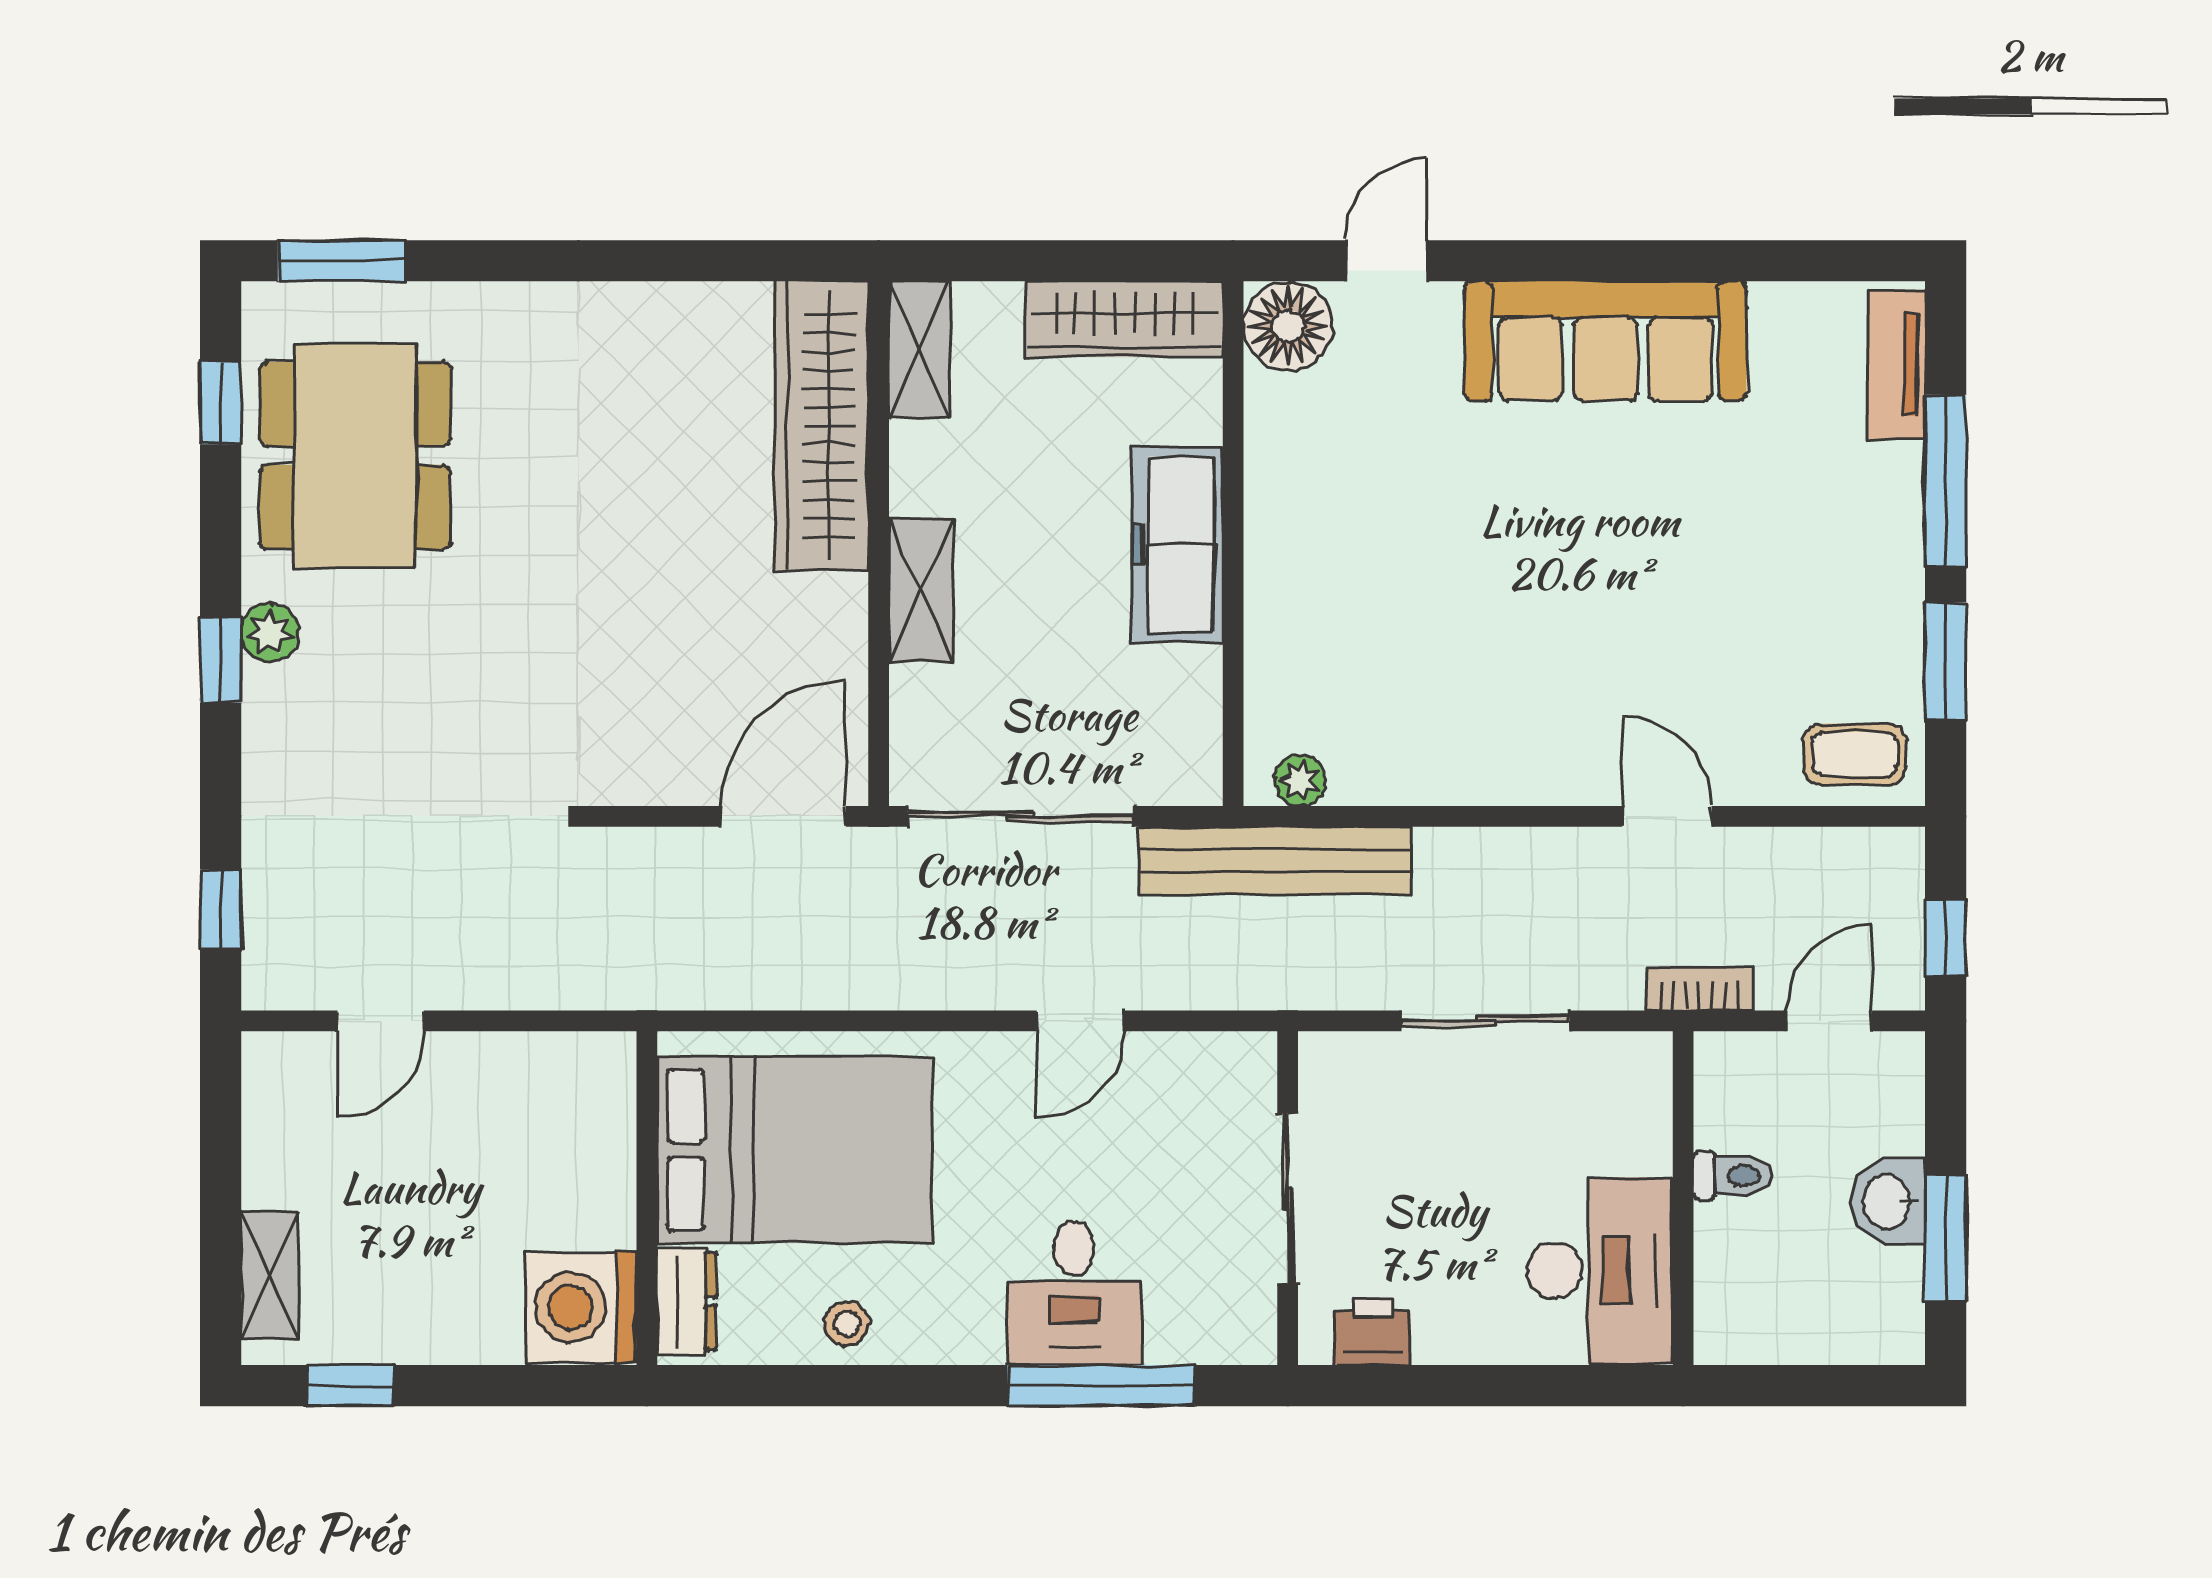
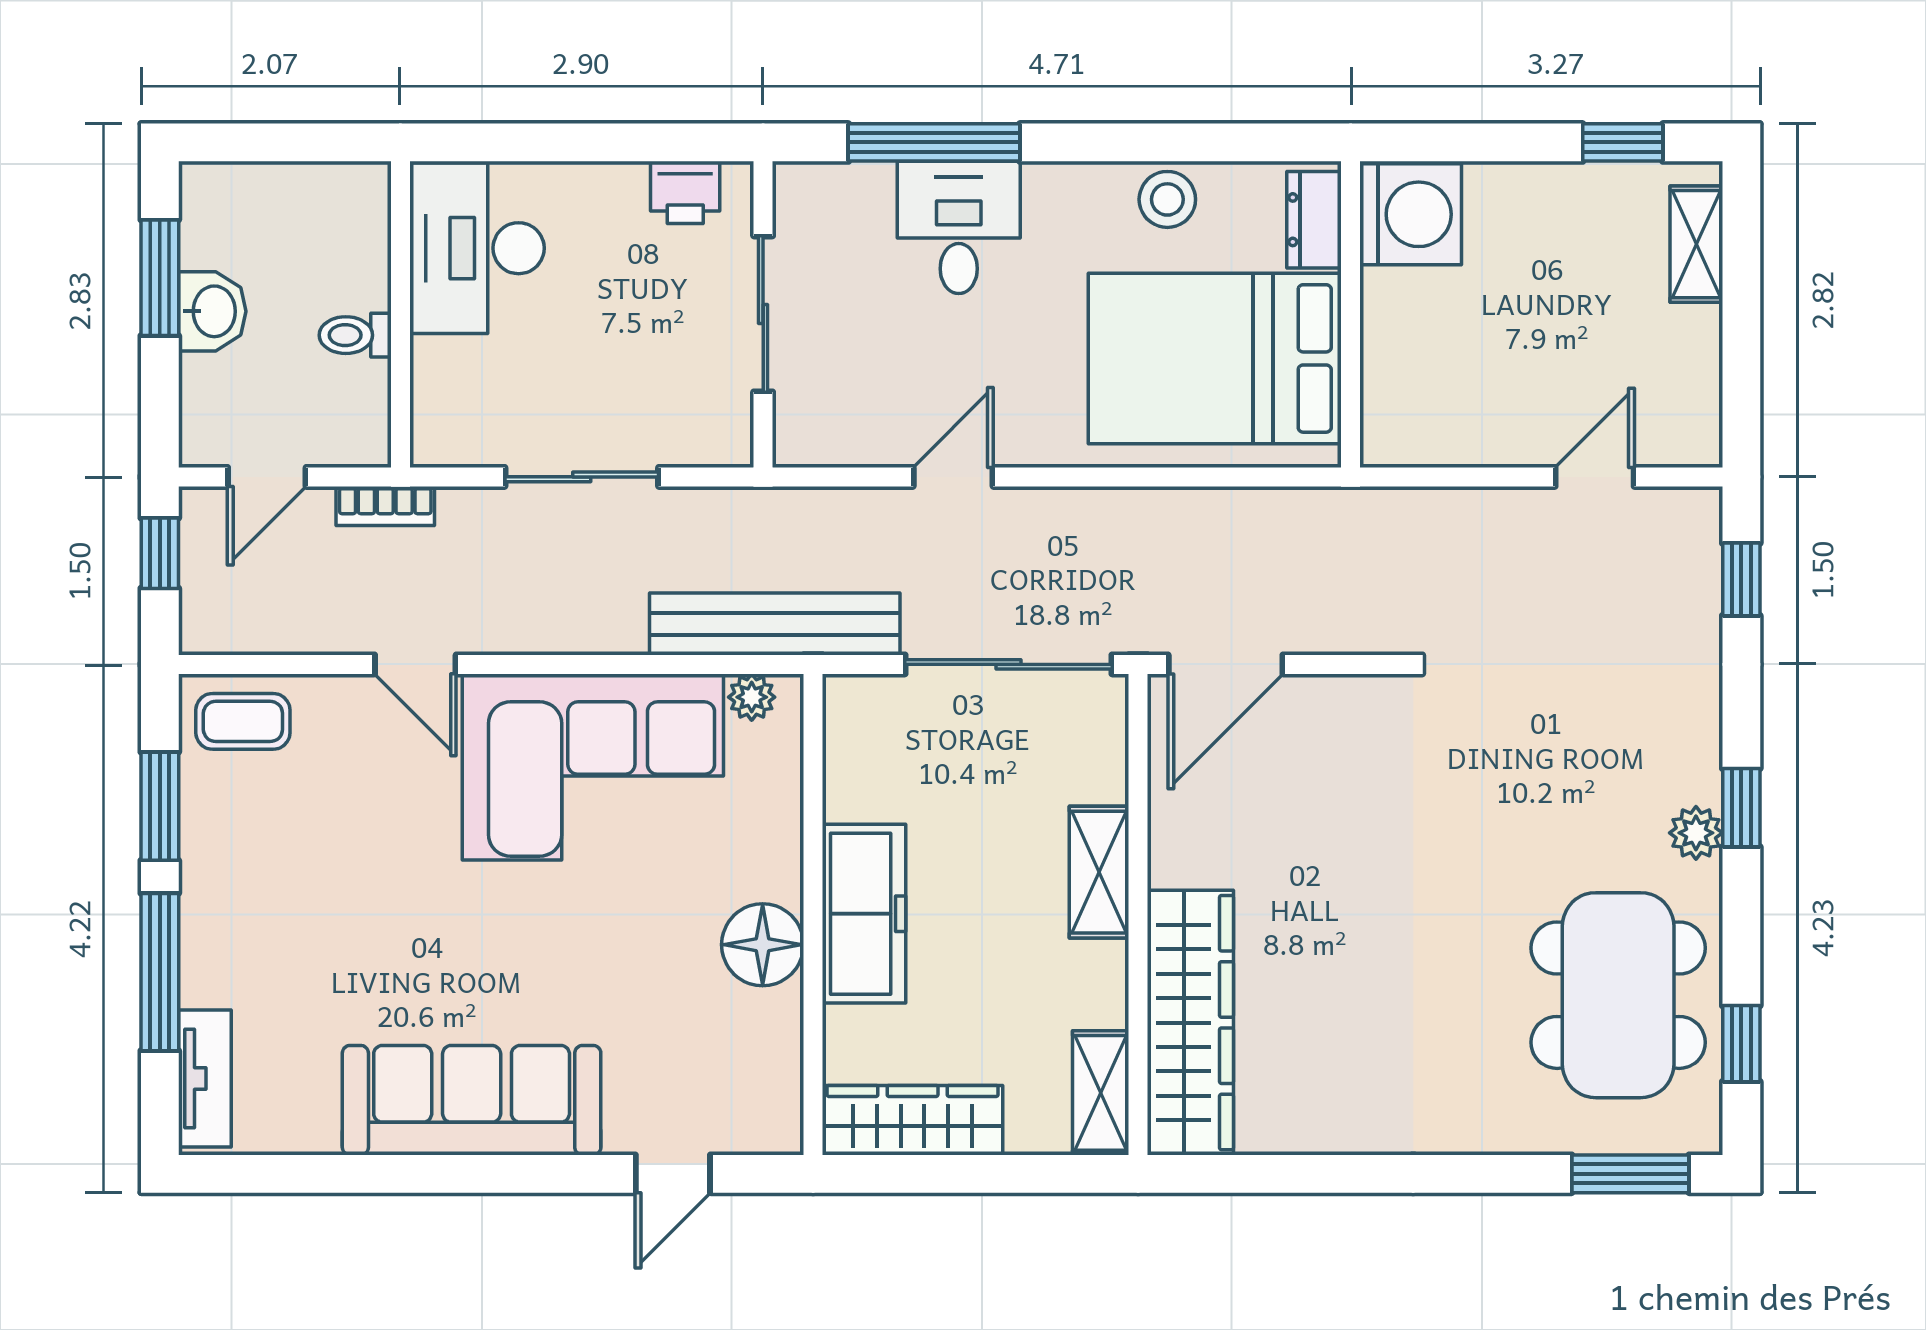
floor lamp: (1288, 326) -> (763, 945), moved
corner sofa: (1473, 705) -> (593, 767), added
stool: (847, 1324) -> (1167, 199), width x1.37, depth x1.37

